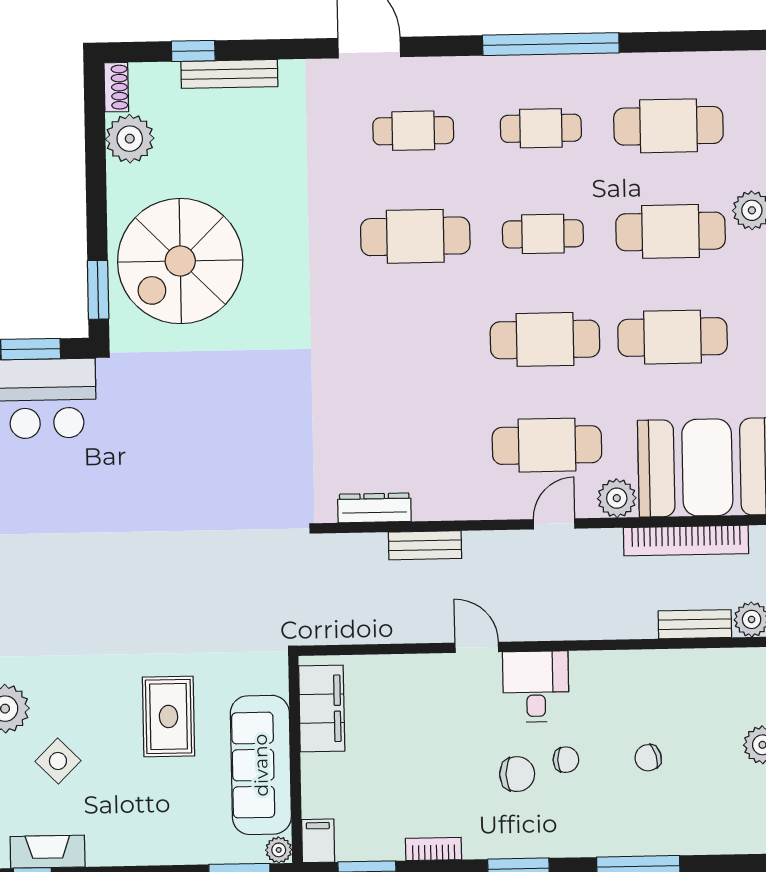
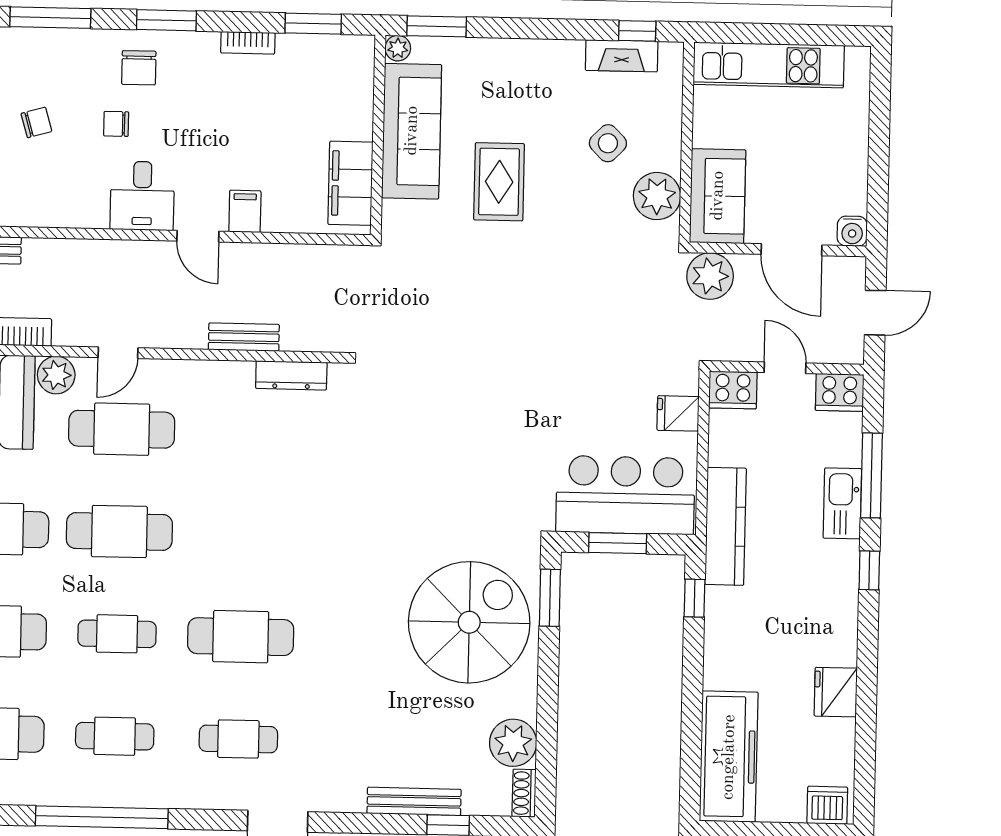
chair: (517, 774) -> (139, 68), moved, turned -90
filing cabinet: (318, 841) -> (245, 211), moved, turned 180

